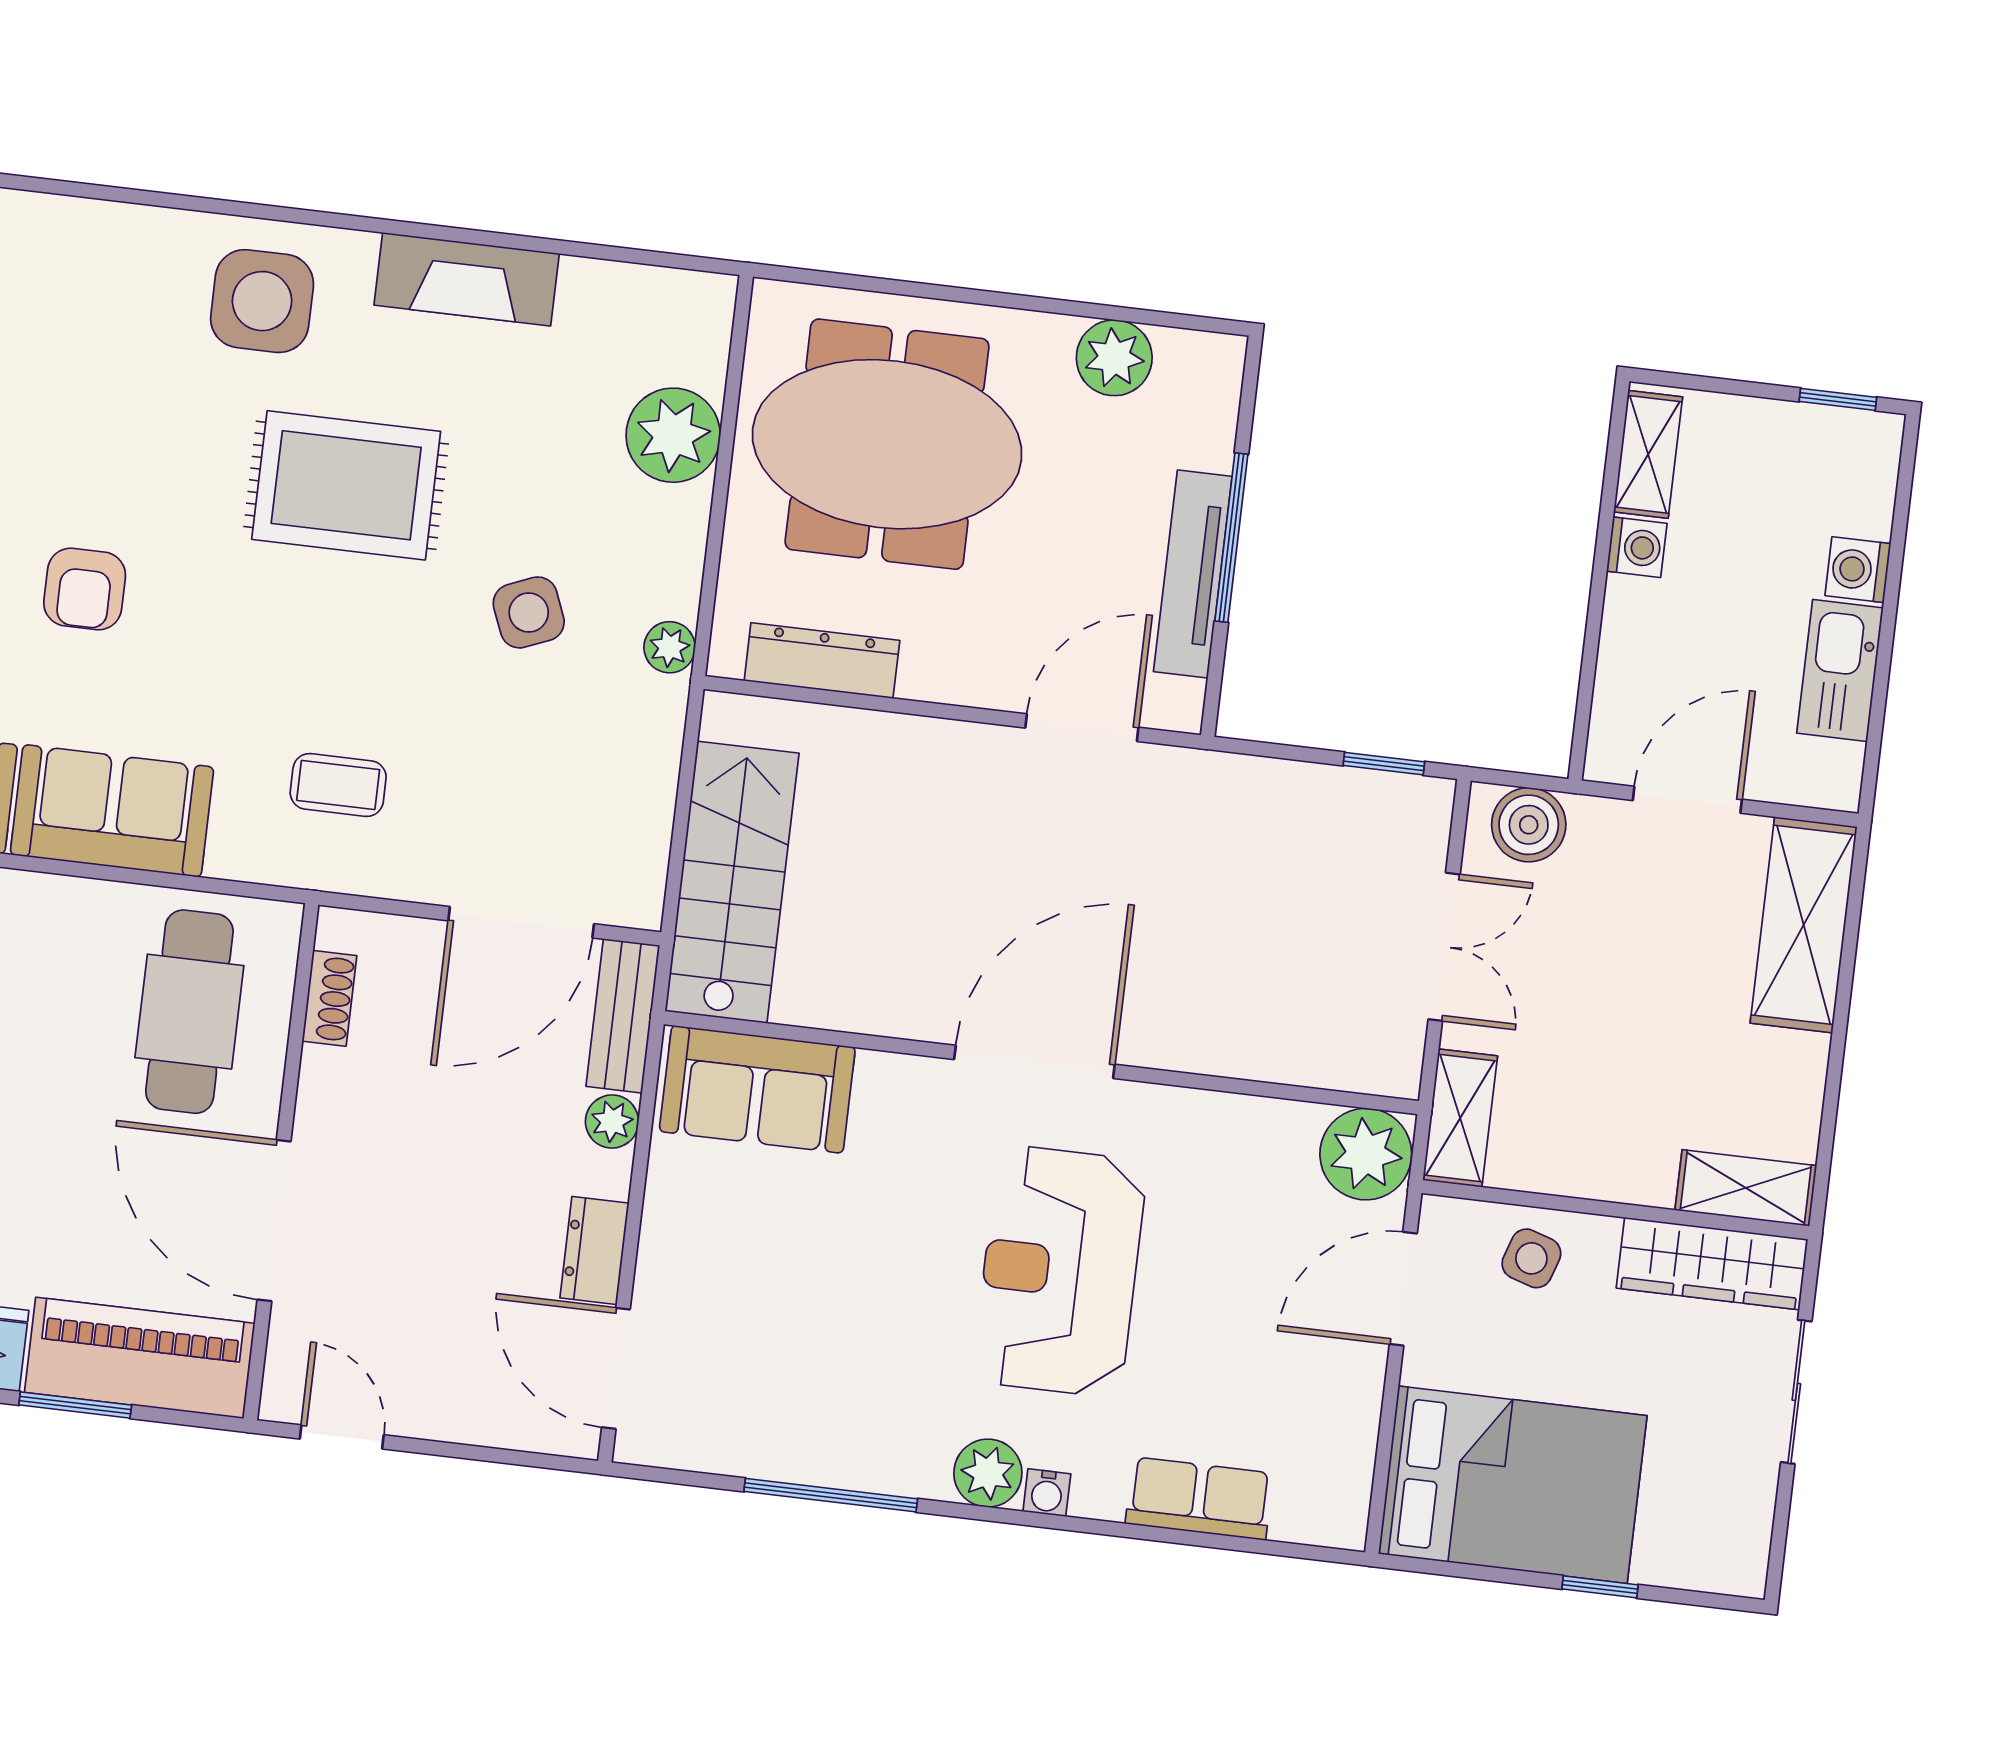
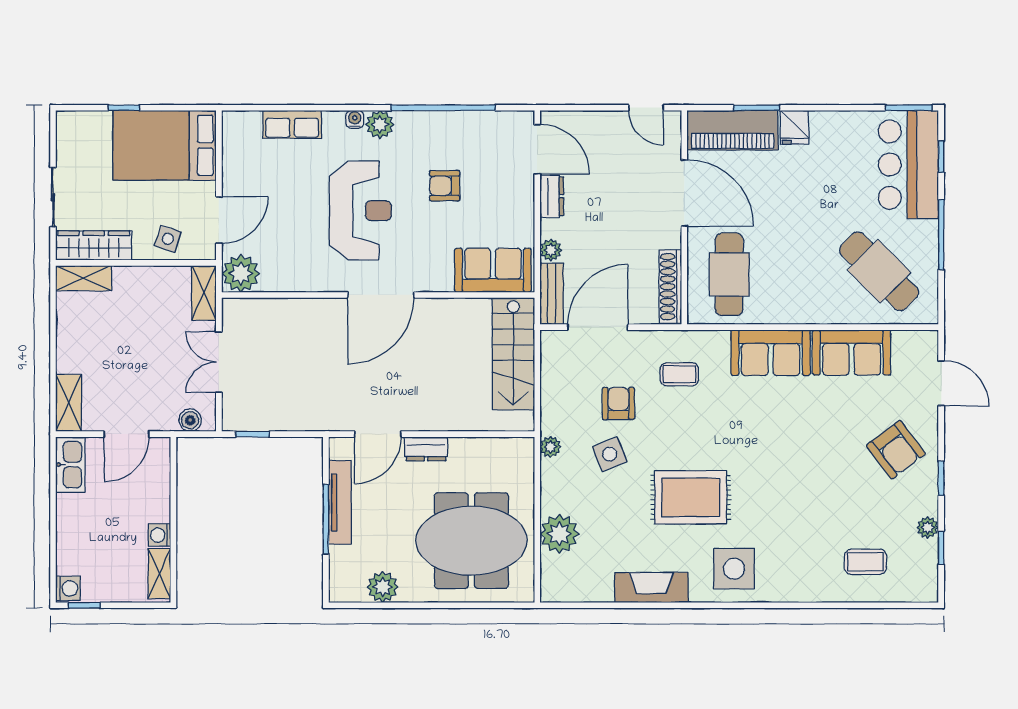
washing machine: (1858, 570) -> (68, 588), moved
armchair: (85, 589) -> (618, 403), moved
dresser: (822, 661) -> (426, 449), moved, width x0.70
kitchen sink: (1840, 670) -> (70, 465), moved
boiler: (1529, 825) -> (190, 420), width x0.73, depth x0.73
shelving: (1804, 925) -> (69, 403), width x0.67, depth x0.75
shoe rack: (329, 998) -> (670, 287), width x1.94, depth x1.24
armchair: (849, 1307) -> (445, 186), added
window: (831, 1495) -> (443, 108), width x1.46

